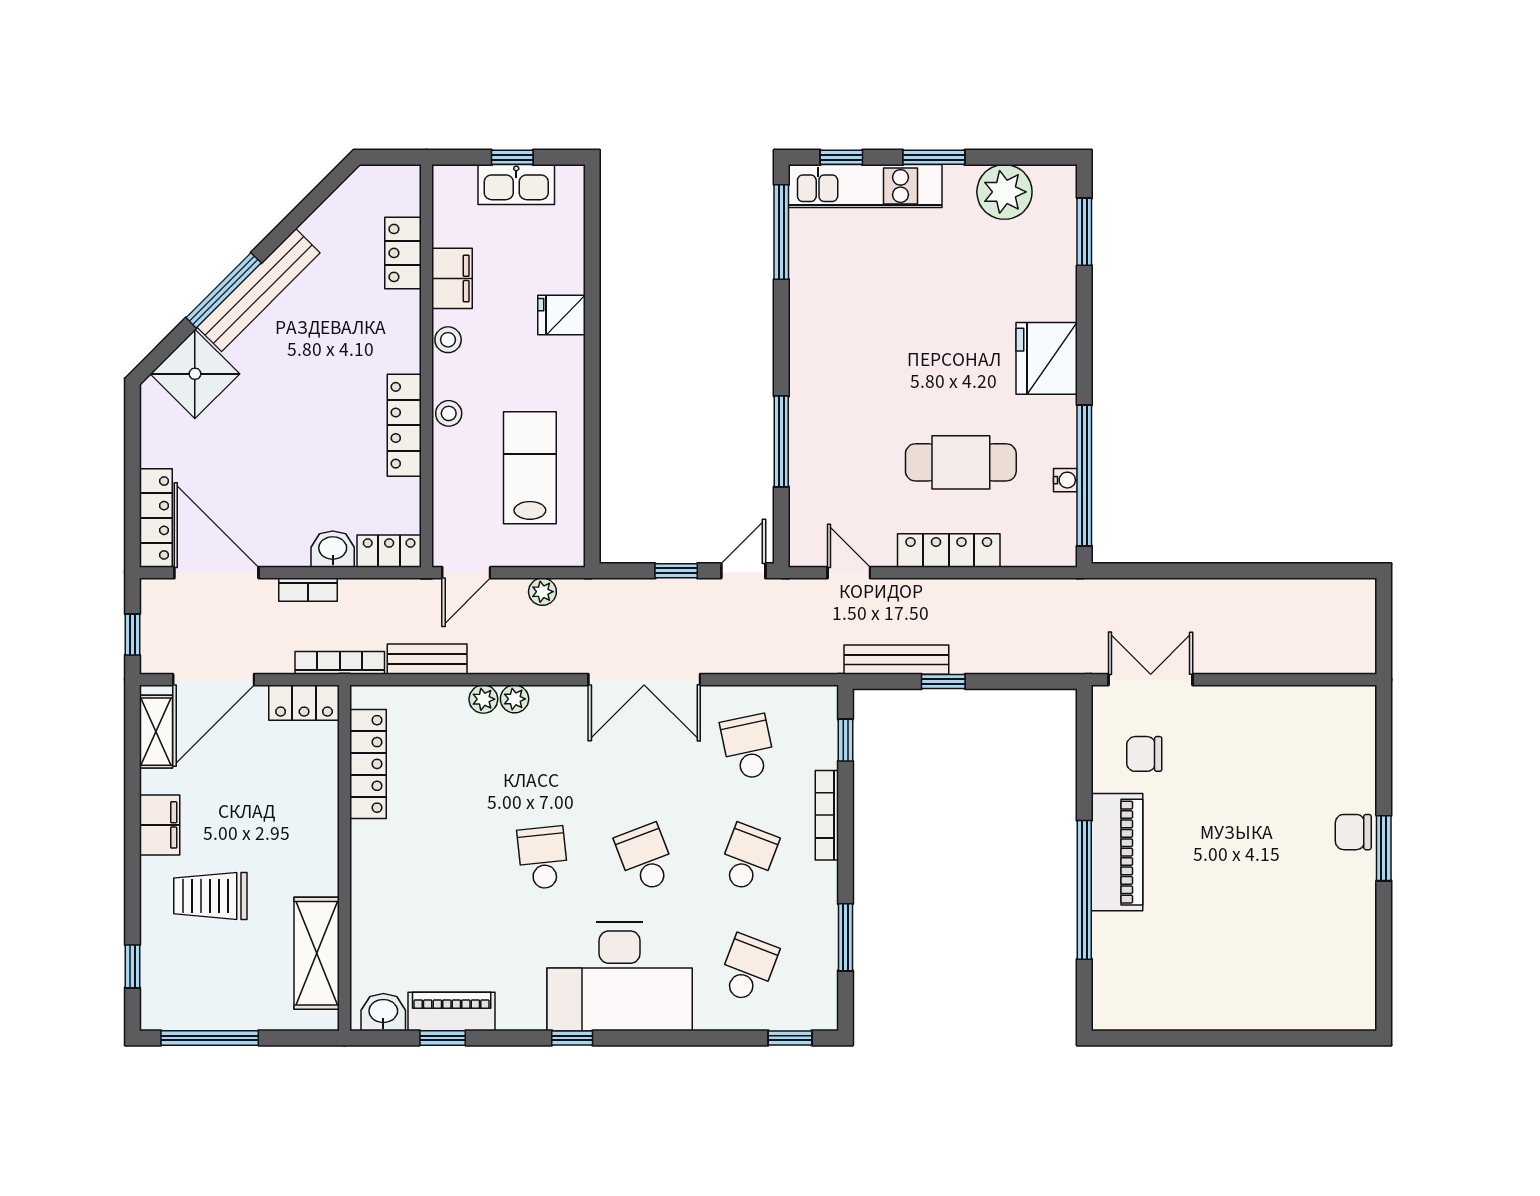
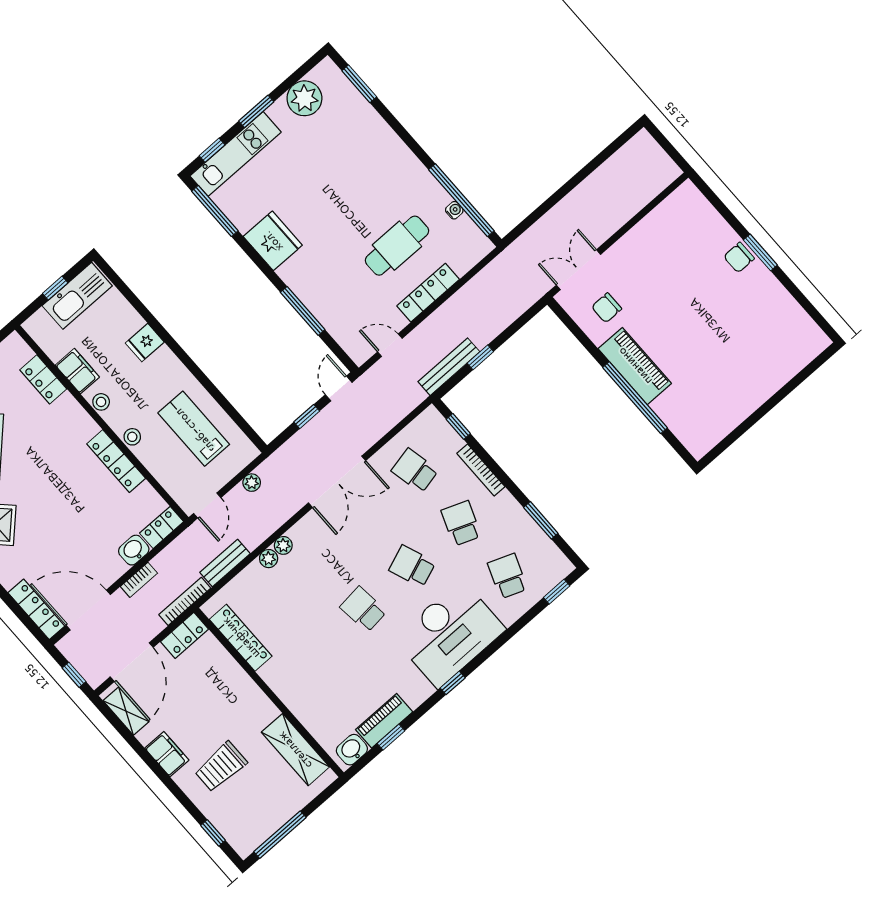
kitchen sink: (516, 185) -> (77, 296), width x1.36, depth x1.24
fridge: (1047, 358) -> (273, 241), moved, turned 180

